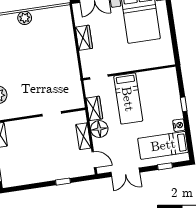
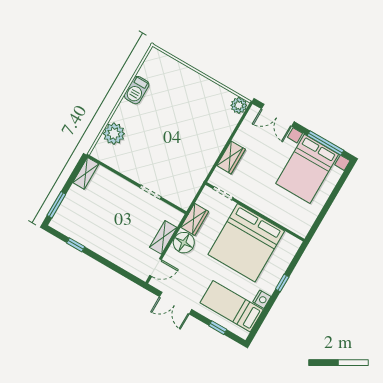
plant: (25, 18) -> (239, 105), moved
wardrobe: (84, 38) -> (231, 157), moved
bed: (128, 99) -> (246, 243), width x2.04
door: (94, 160) -> (156, 268), hinge flipped
window: (63, 182) -> (76, 245), moved

